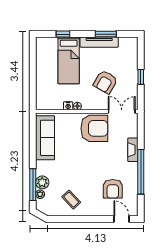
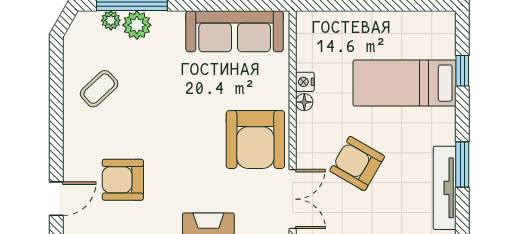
tv unit: (99, 42) -> (445, 188), moved

